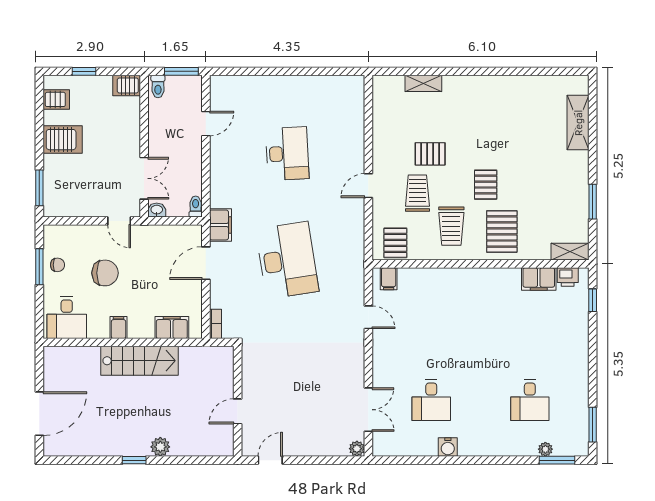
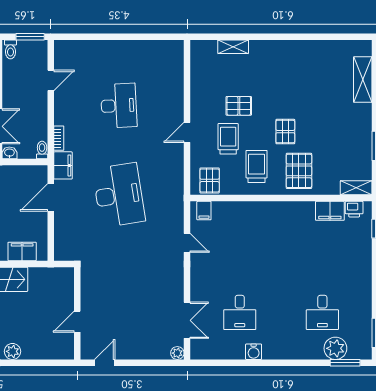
trolley: (451, 226) -> (257, 166), turned 180
bookcase: (215, 324) -> (59, 138), moved
plant: (545, 449) -> (335, 348), width x1.88, depth x1.88

